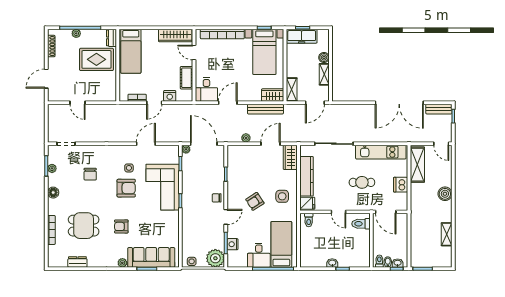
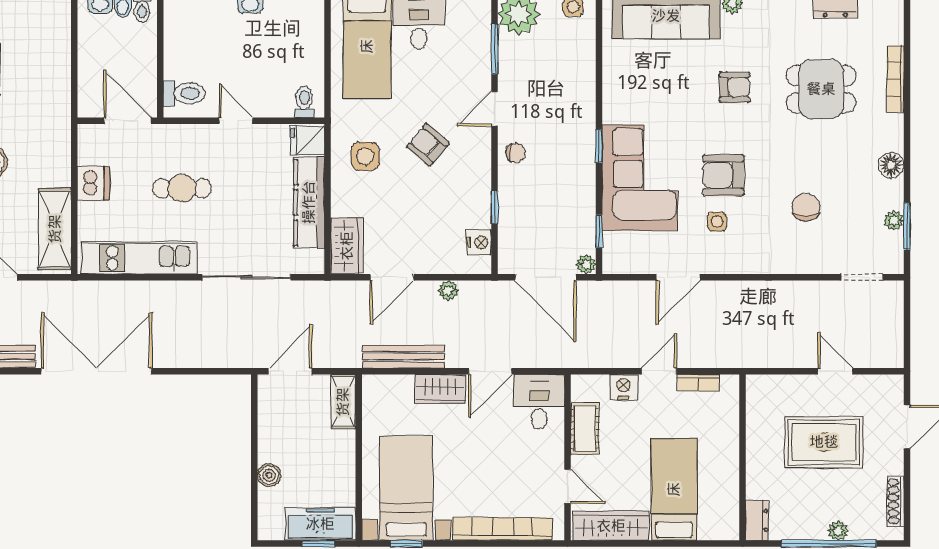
bed: (131, 51) -> (674, 489), moved
rug: (96, 59) -> (824, 442), moved
shelving: (324, 74) -> (269, 436), removed
wardrobe: (273, 95) -> (440, 389), moved
armchair: (255, 201) -> (428, 145), turned -107
nightstand: (233, 244) -> (479, 242), moved

